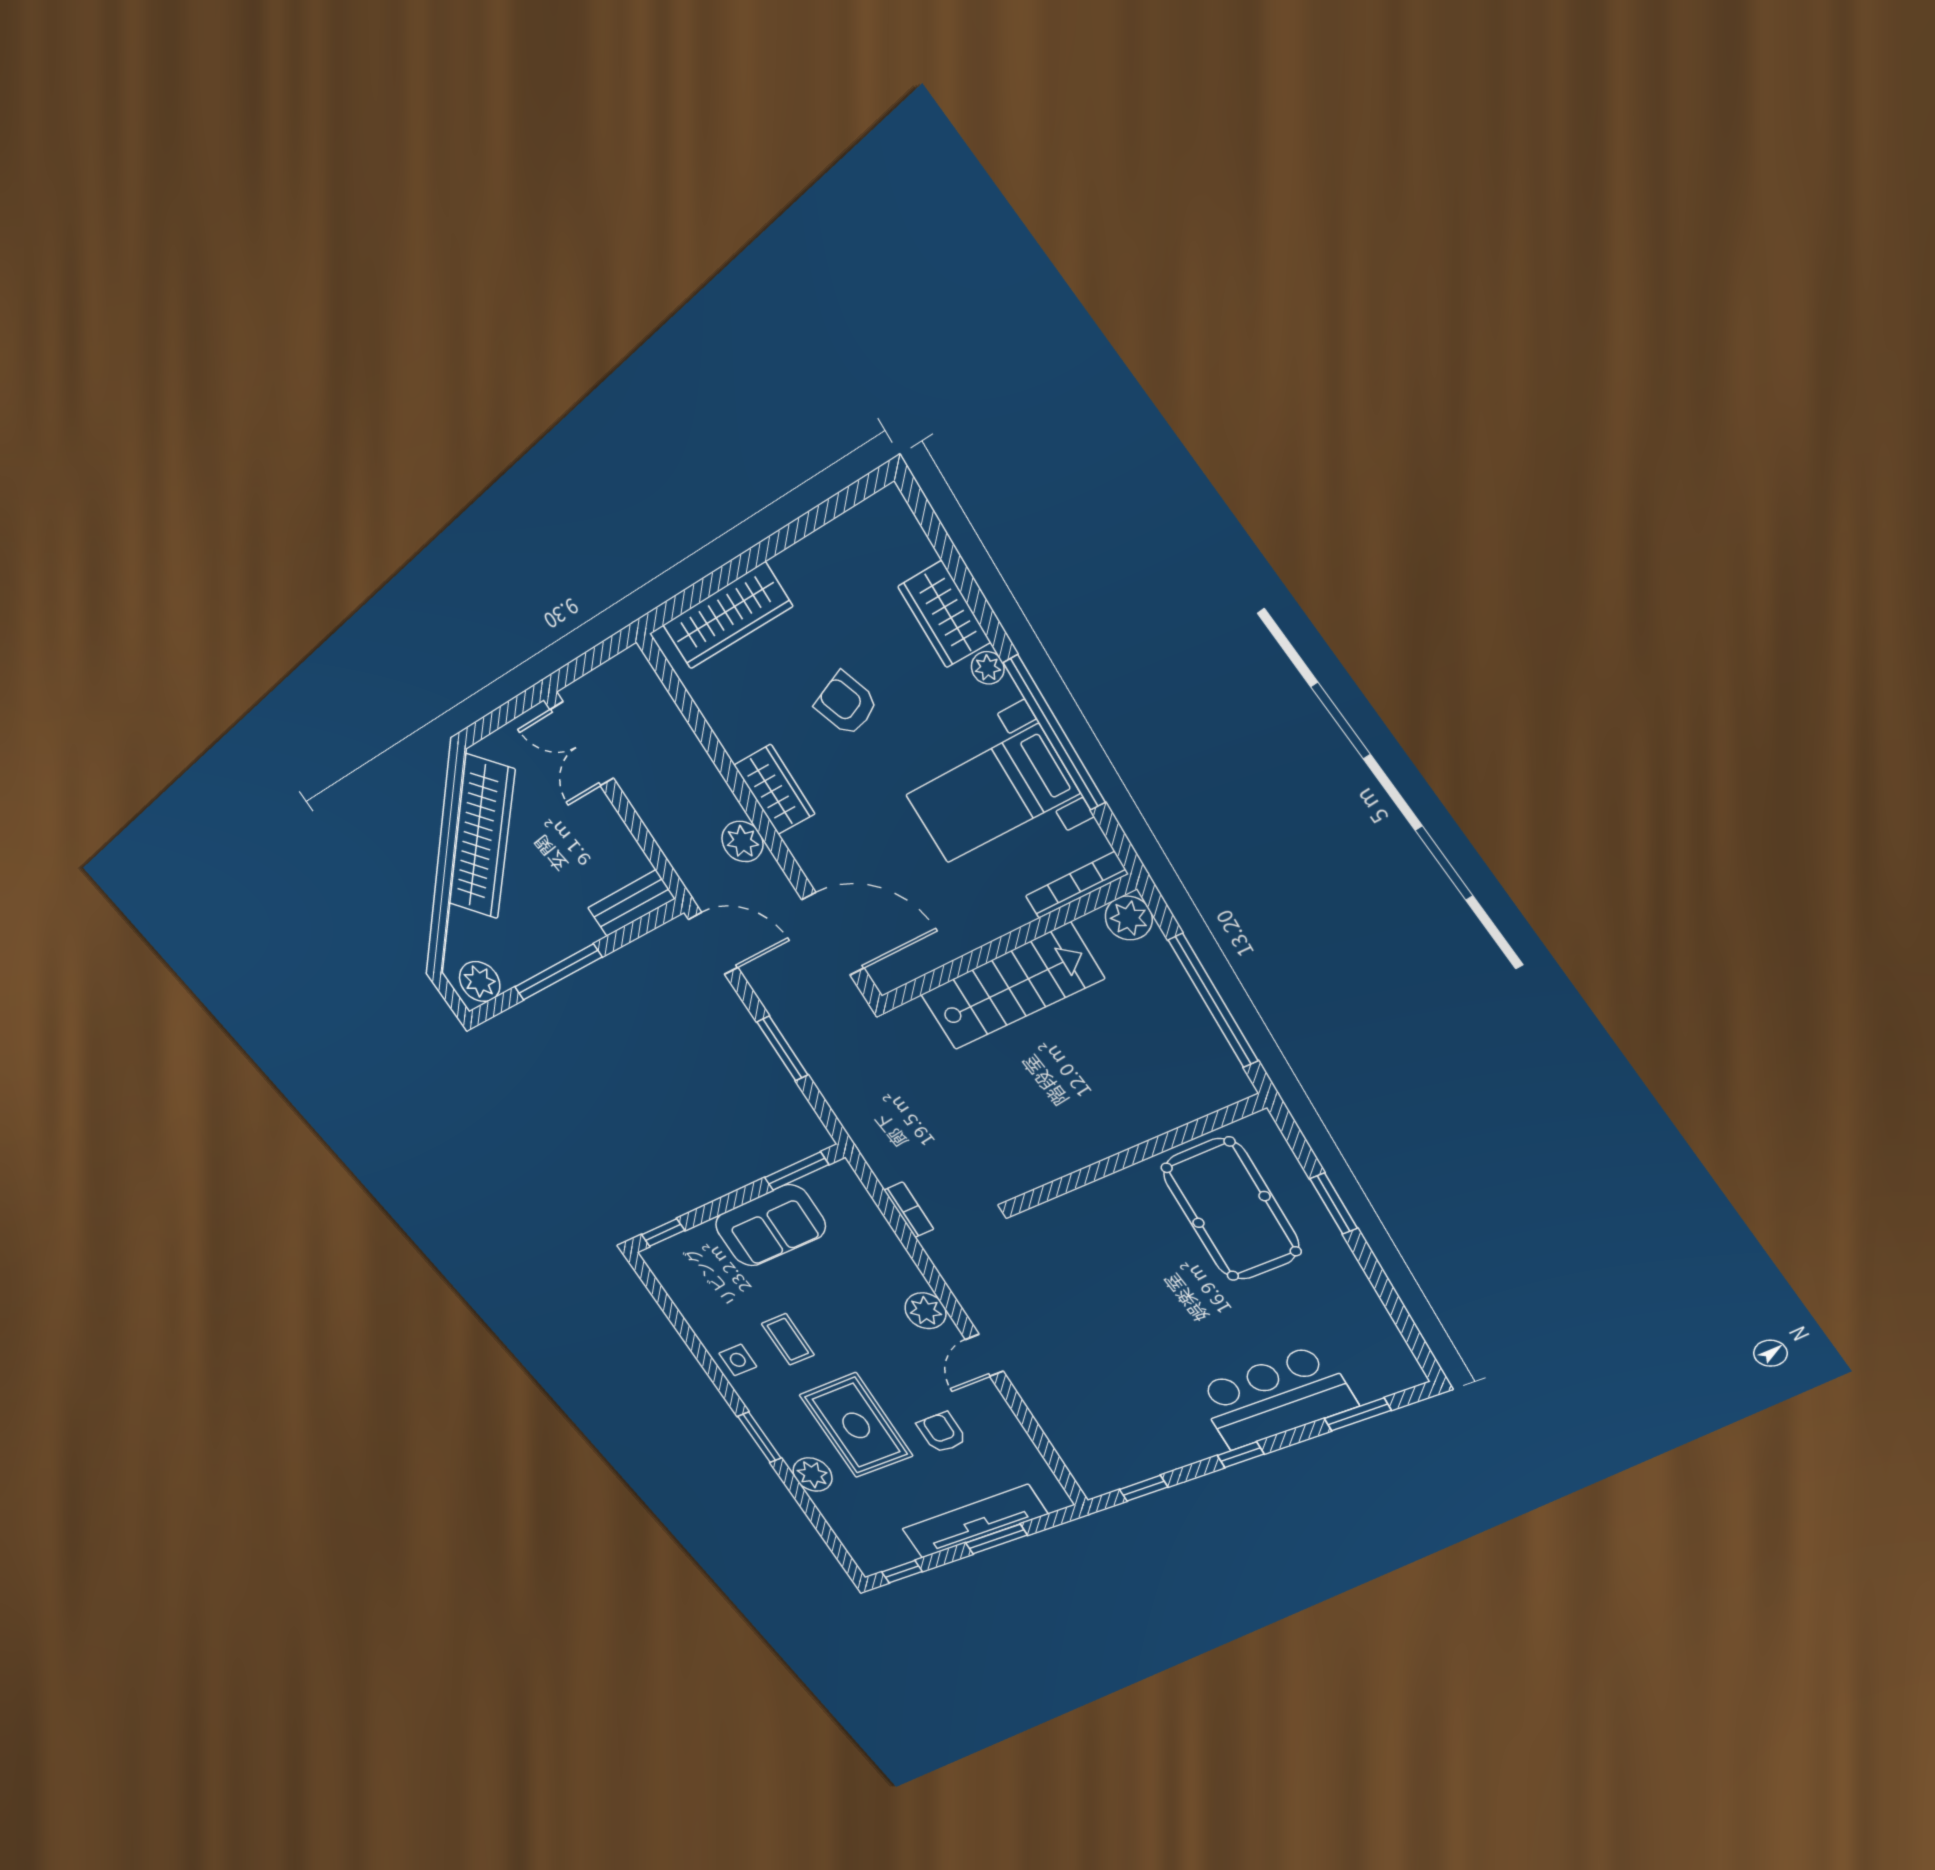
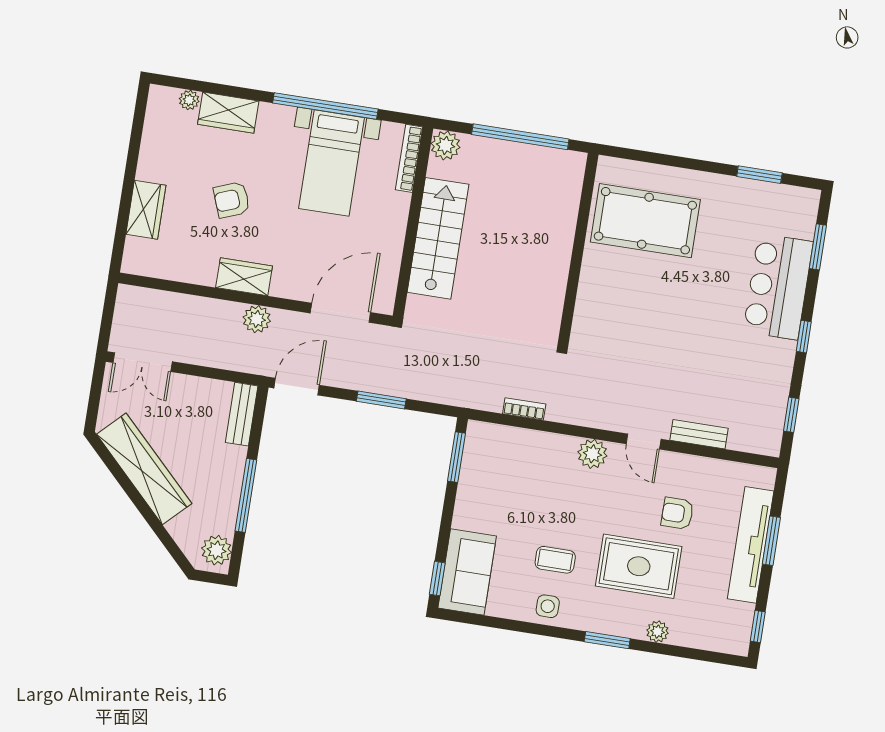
wardrobe: (727, 616) -> (146, 210), width x0.67
plant: (988, 668) -> (189, 100), moved
window: (1334, 1204) -> (759, 175), moved
sofa: (770, 1226) -> (467, 572), moved
bench: (1042, 1407) -> (699, 434), added
plant: (813, 1474) -> (658, 632), width x0.73, depth x0.73

